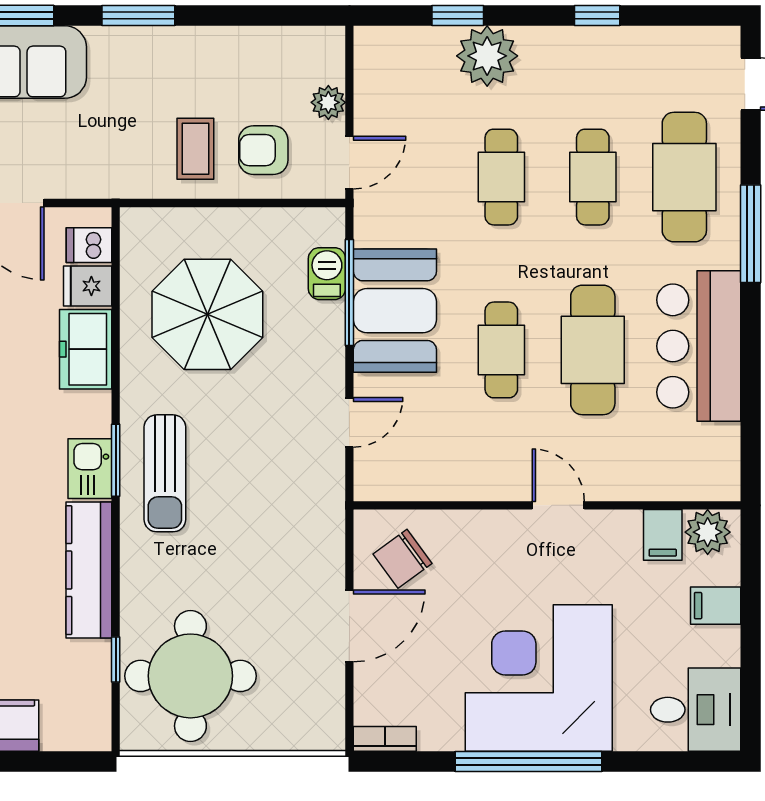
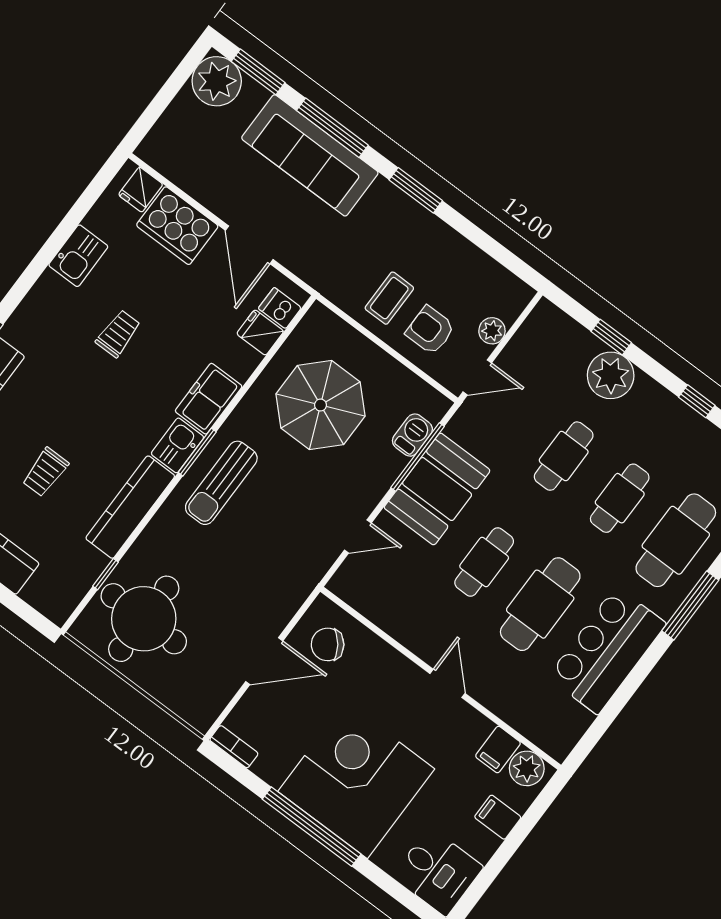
freezer: (86, 349) -> (209, 399), moved

